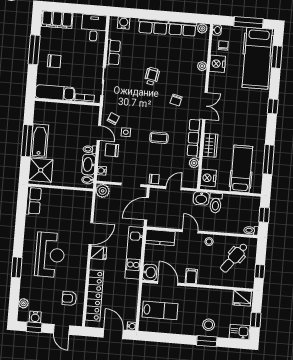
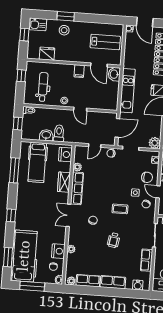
coffee table: (159, 138) -> (120, 209), moved
washbasin: (201, 198) -> (46, 135), moved
kitchen counter: (160, 238) -> (106, 104), removed
dental chair: (234, 258) -> (43, 87), turned -37
fridge: (242, 298) -> (47, 54), moved
lab bench: (160, 310) -> (105, 42), turned 180

